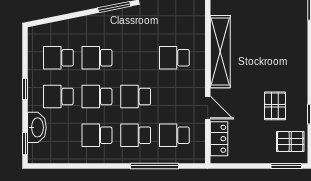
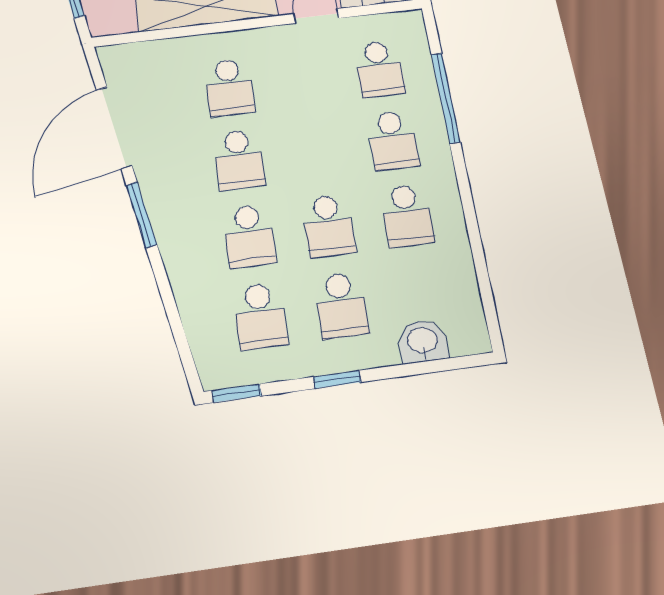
school desk: (136, 97) -> (239, 160), moved
washbasin: (37, 127) -> (423, 341), width x0.72
window: (25, 144) -> (236, 393), moved

